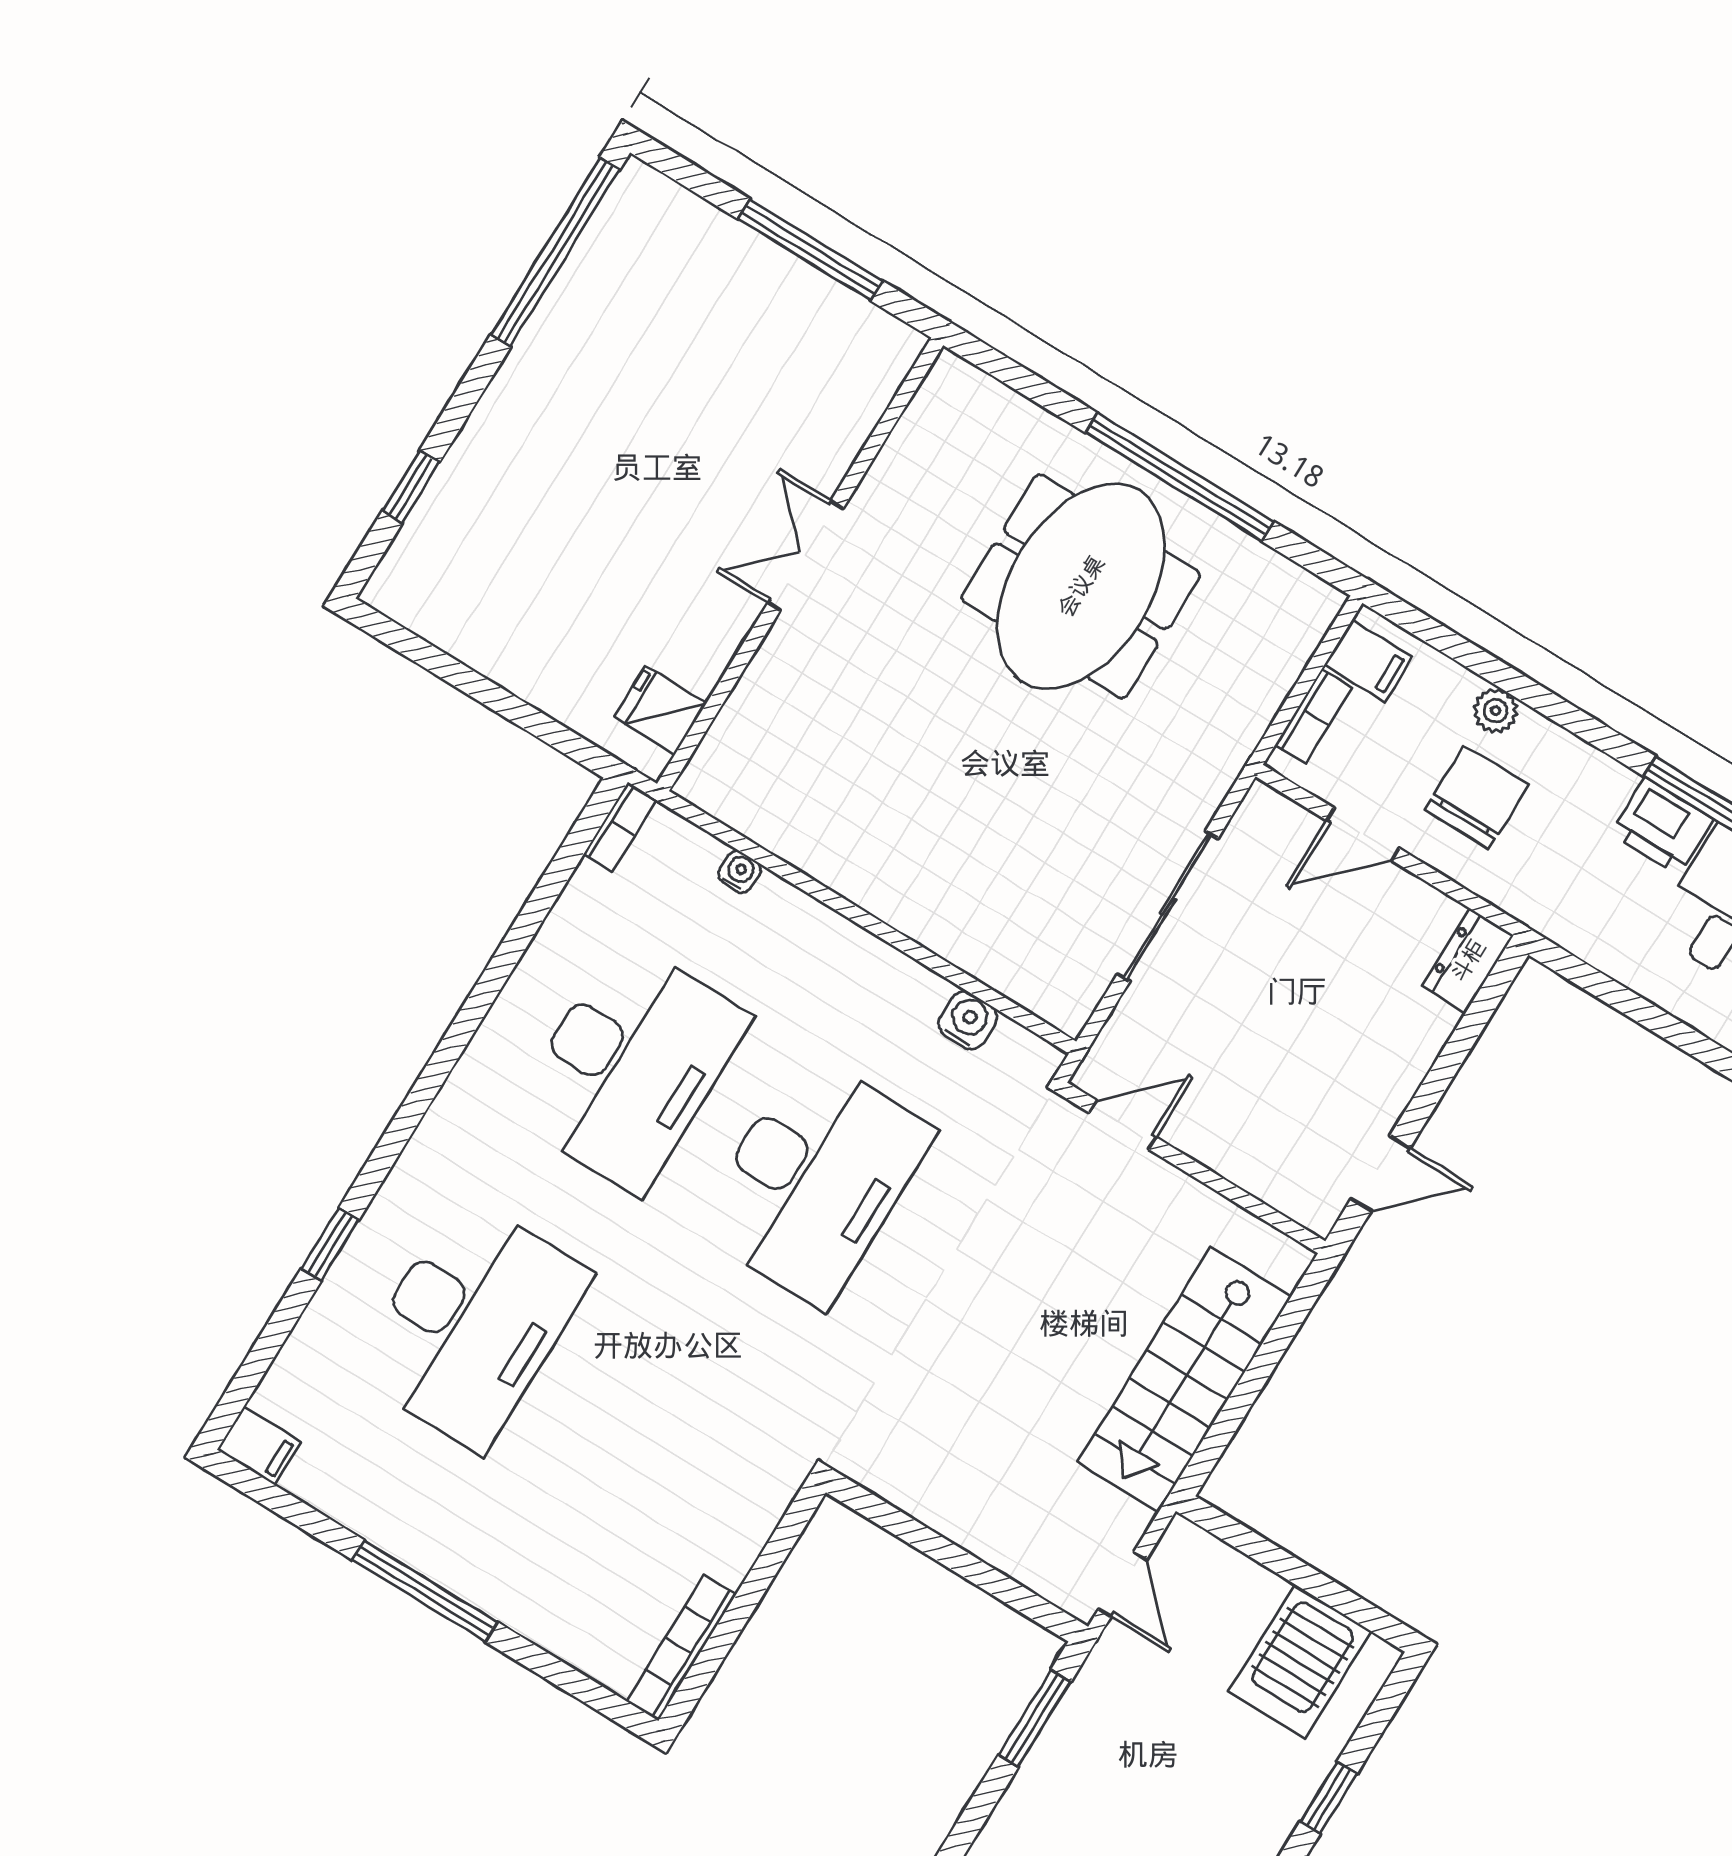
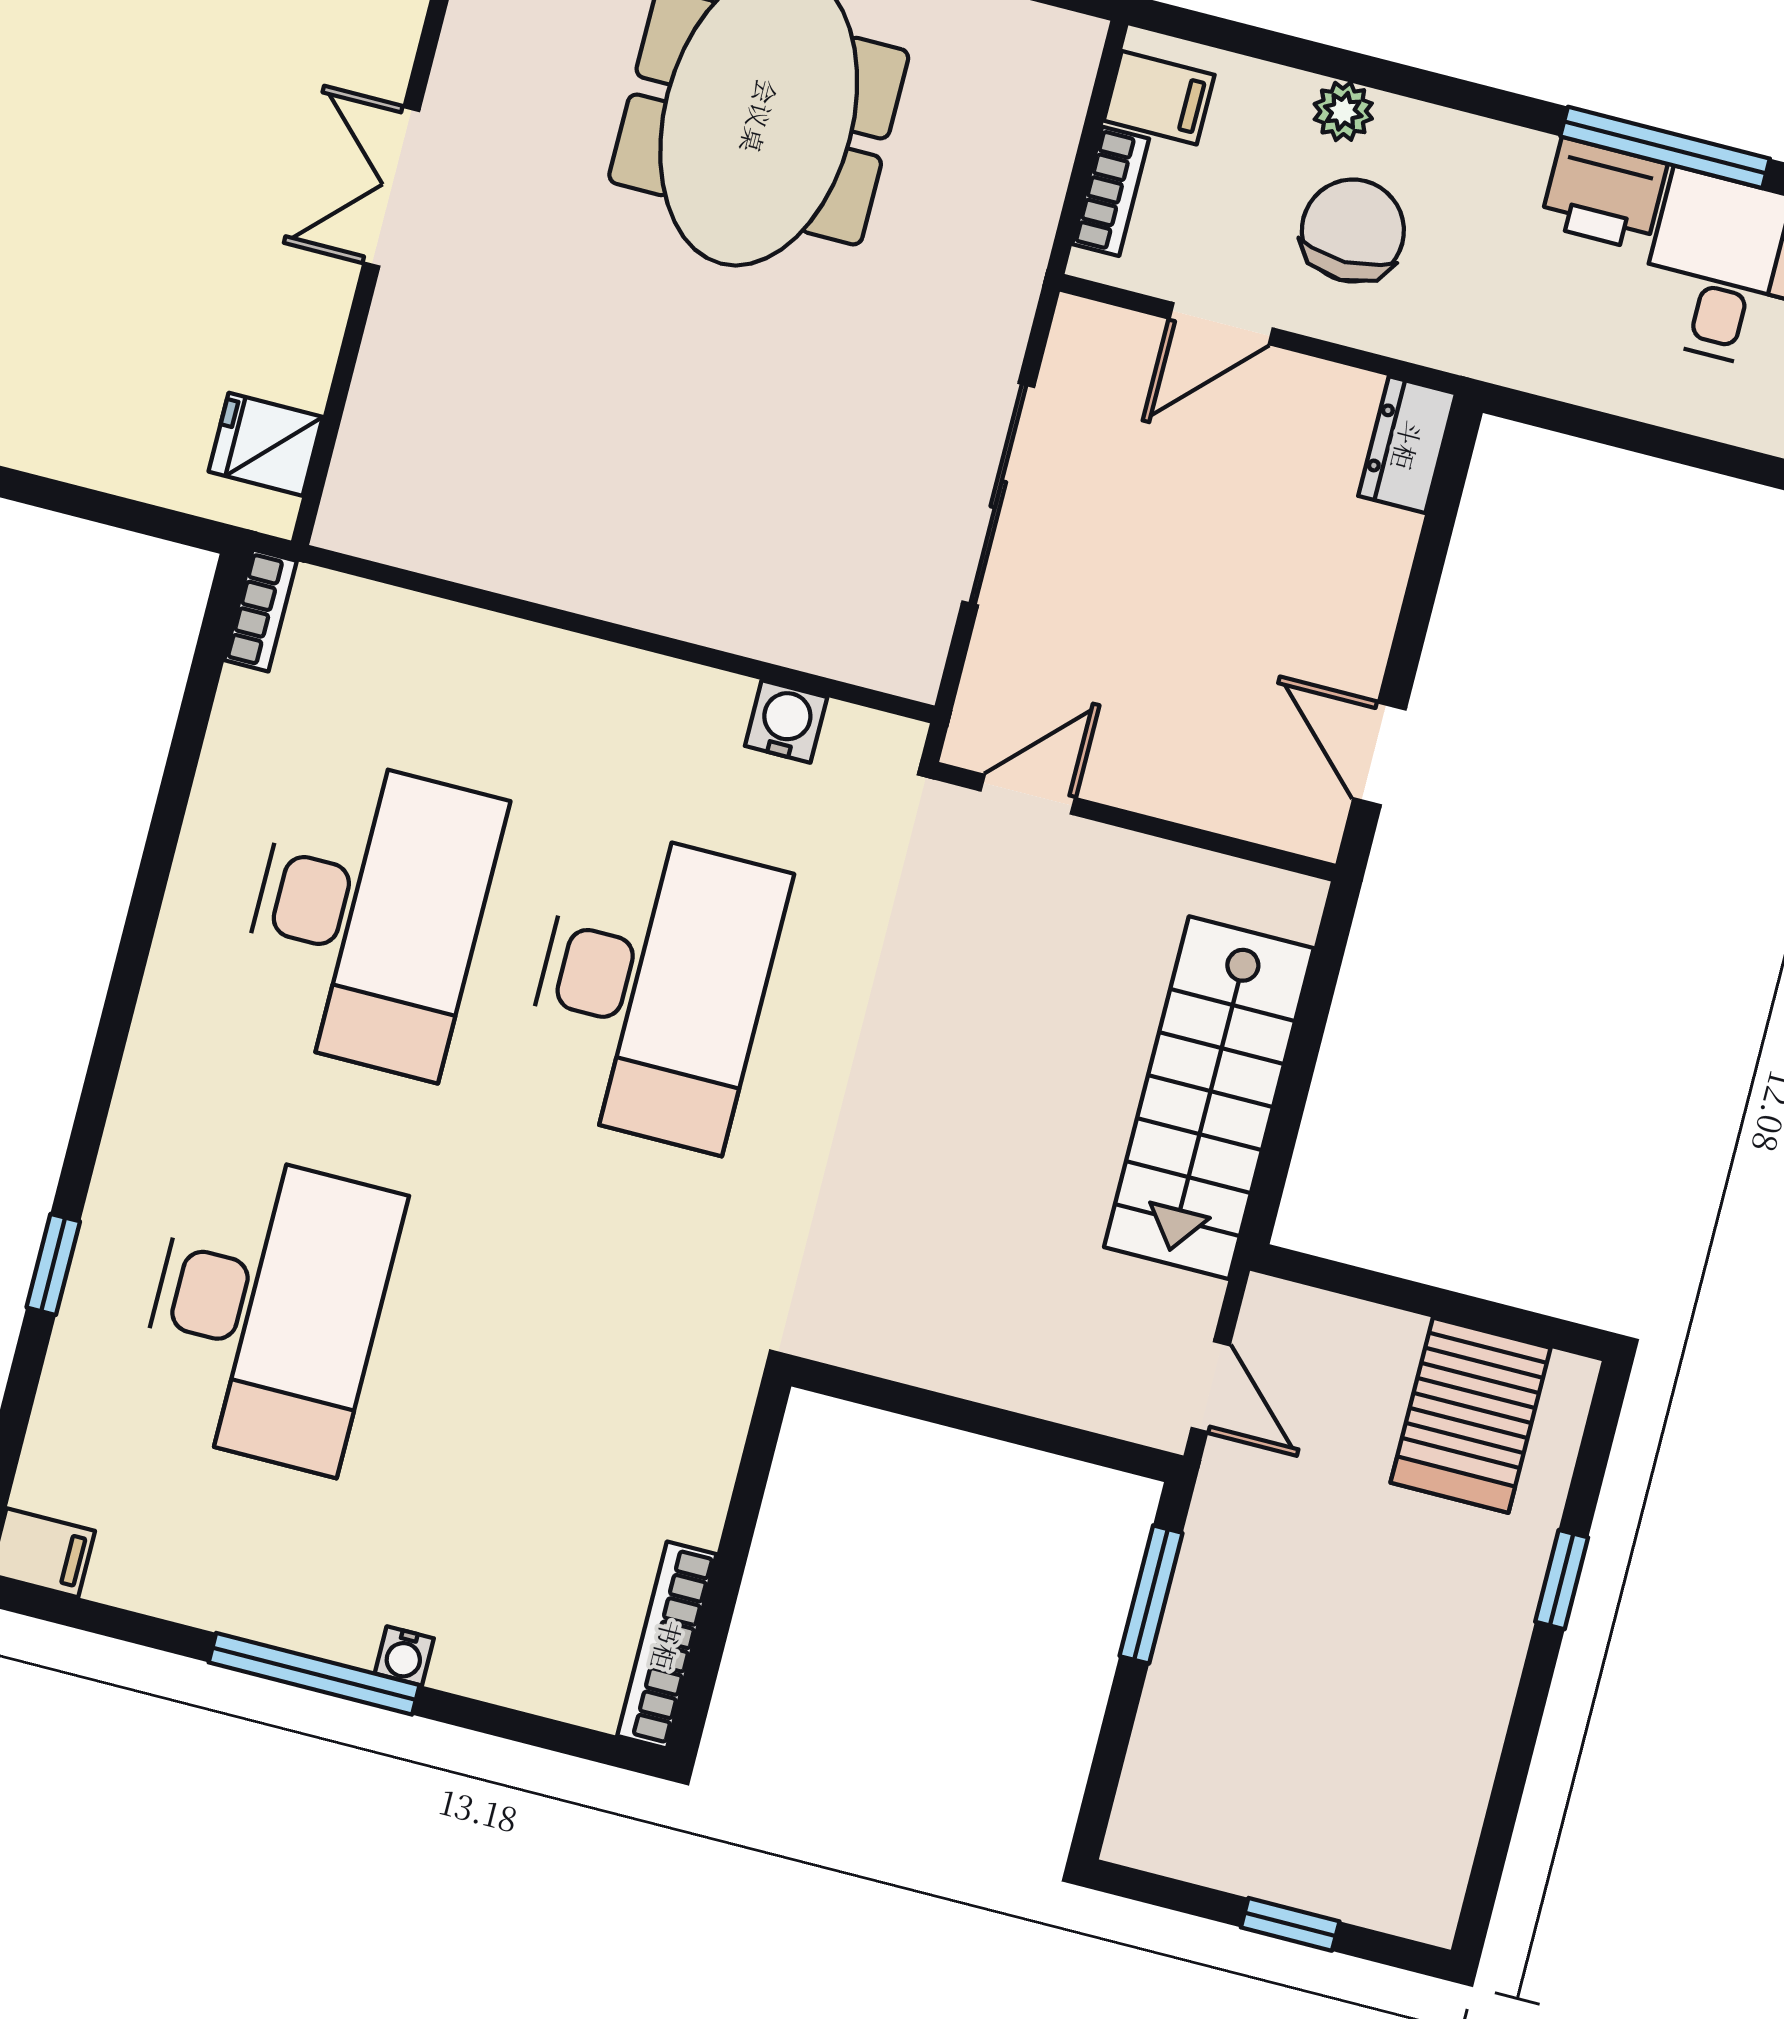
water cooler: (739, 872) -> (404, 1656), moved, turned 180
door: (1381, 1173) -> (1379, 754), swing flipped

